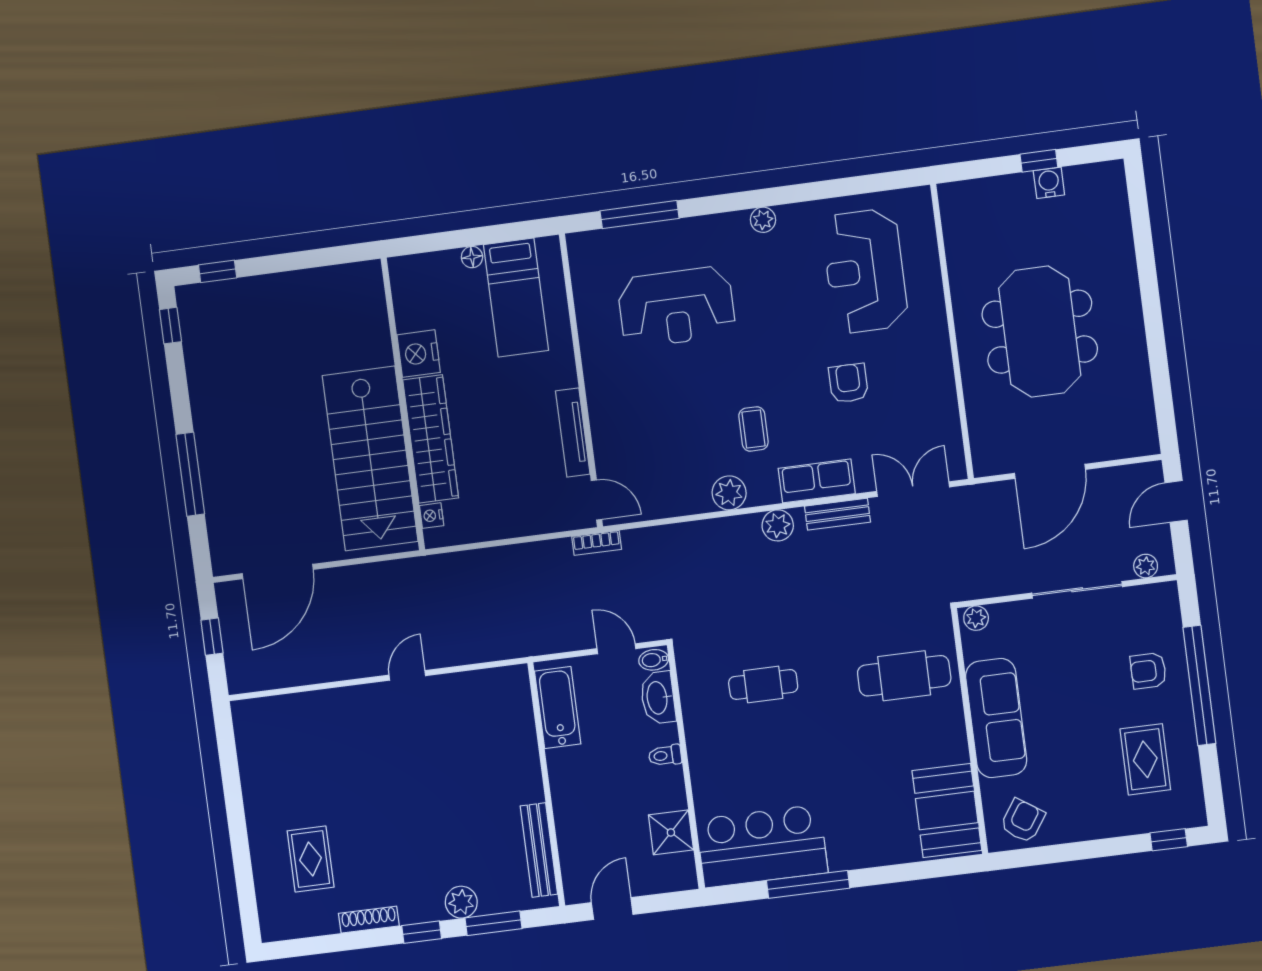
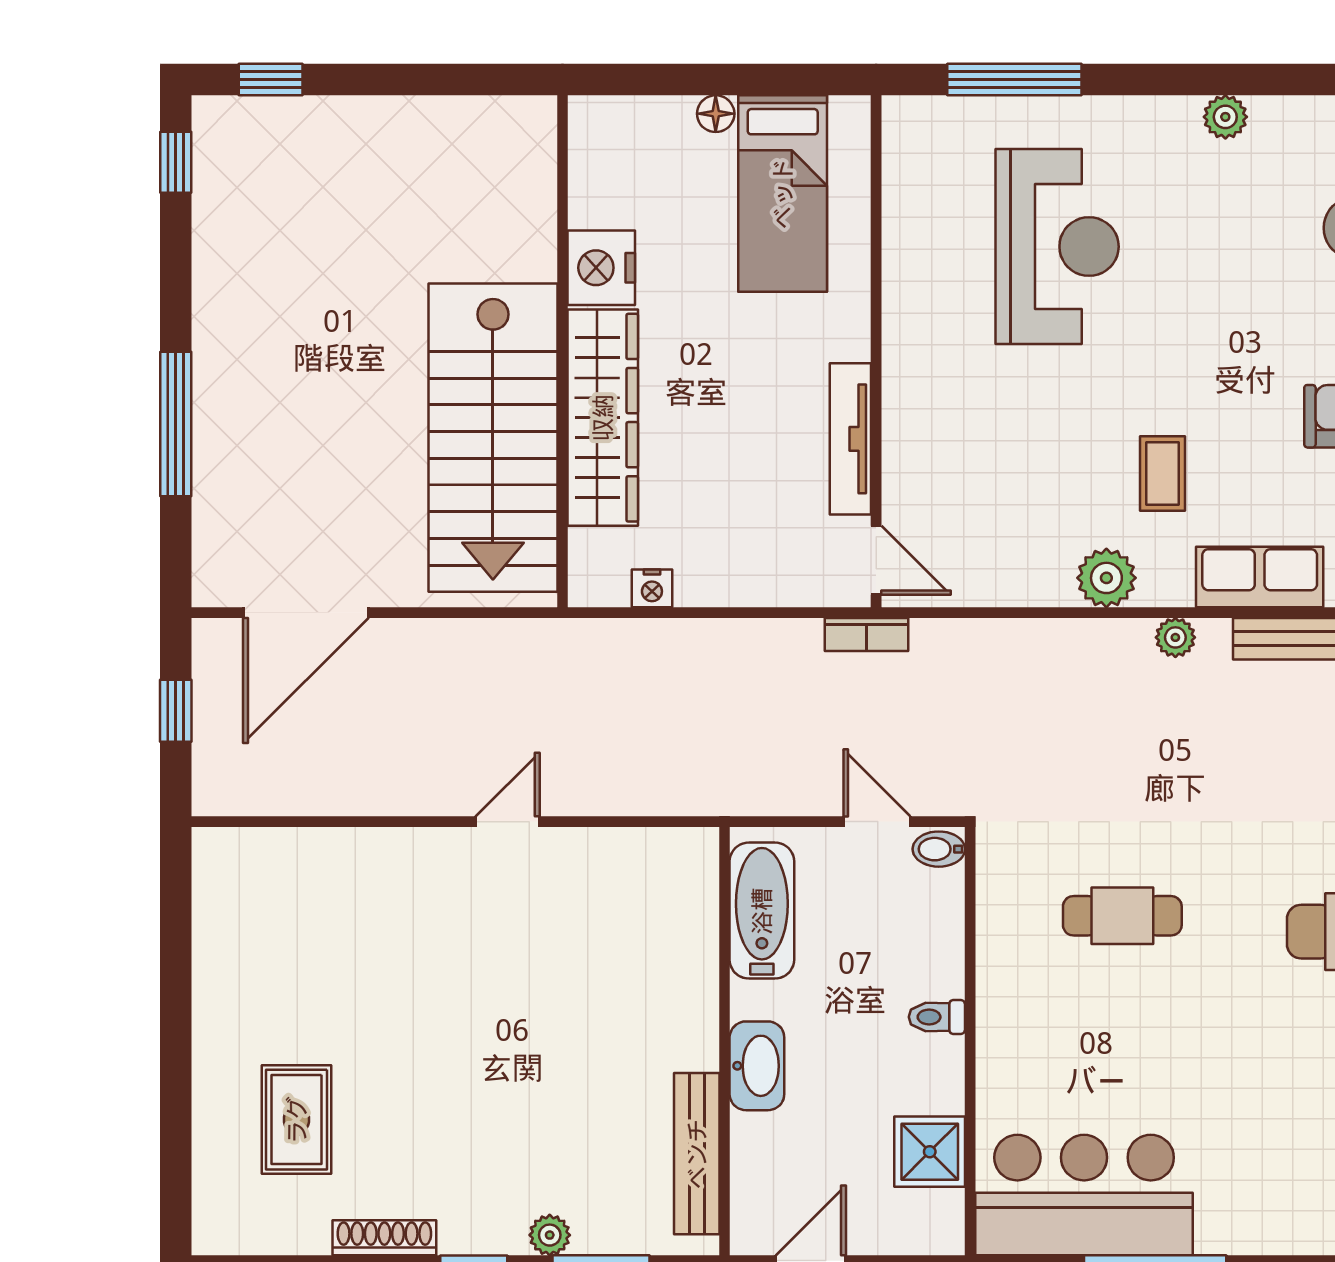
reception desk: (676, 307) -> (1057, 247), turned -90
nightstand: (432, 516) -> (652, 588), moved, turned -90
plant: (778, 525) -> (1175, 637), width x0.73, depth x0.73
washbasin: (658, 698) -> (757, 1066), moved, turned 180
plant: (461, 902) -> (550, 1235), width x0.73, depth x0.73

